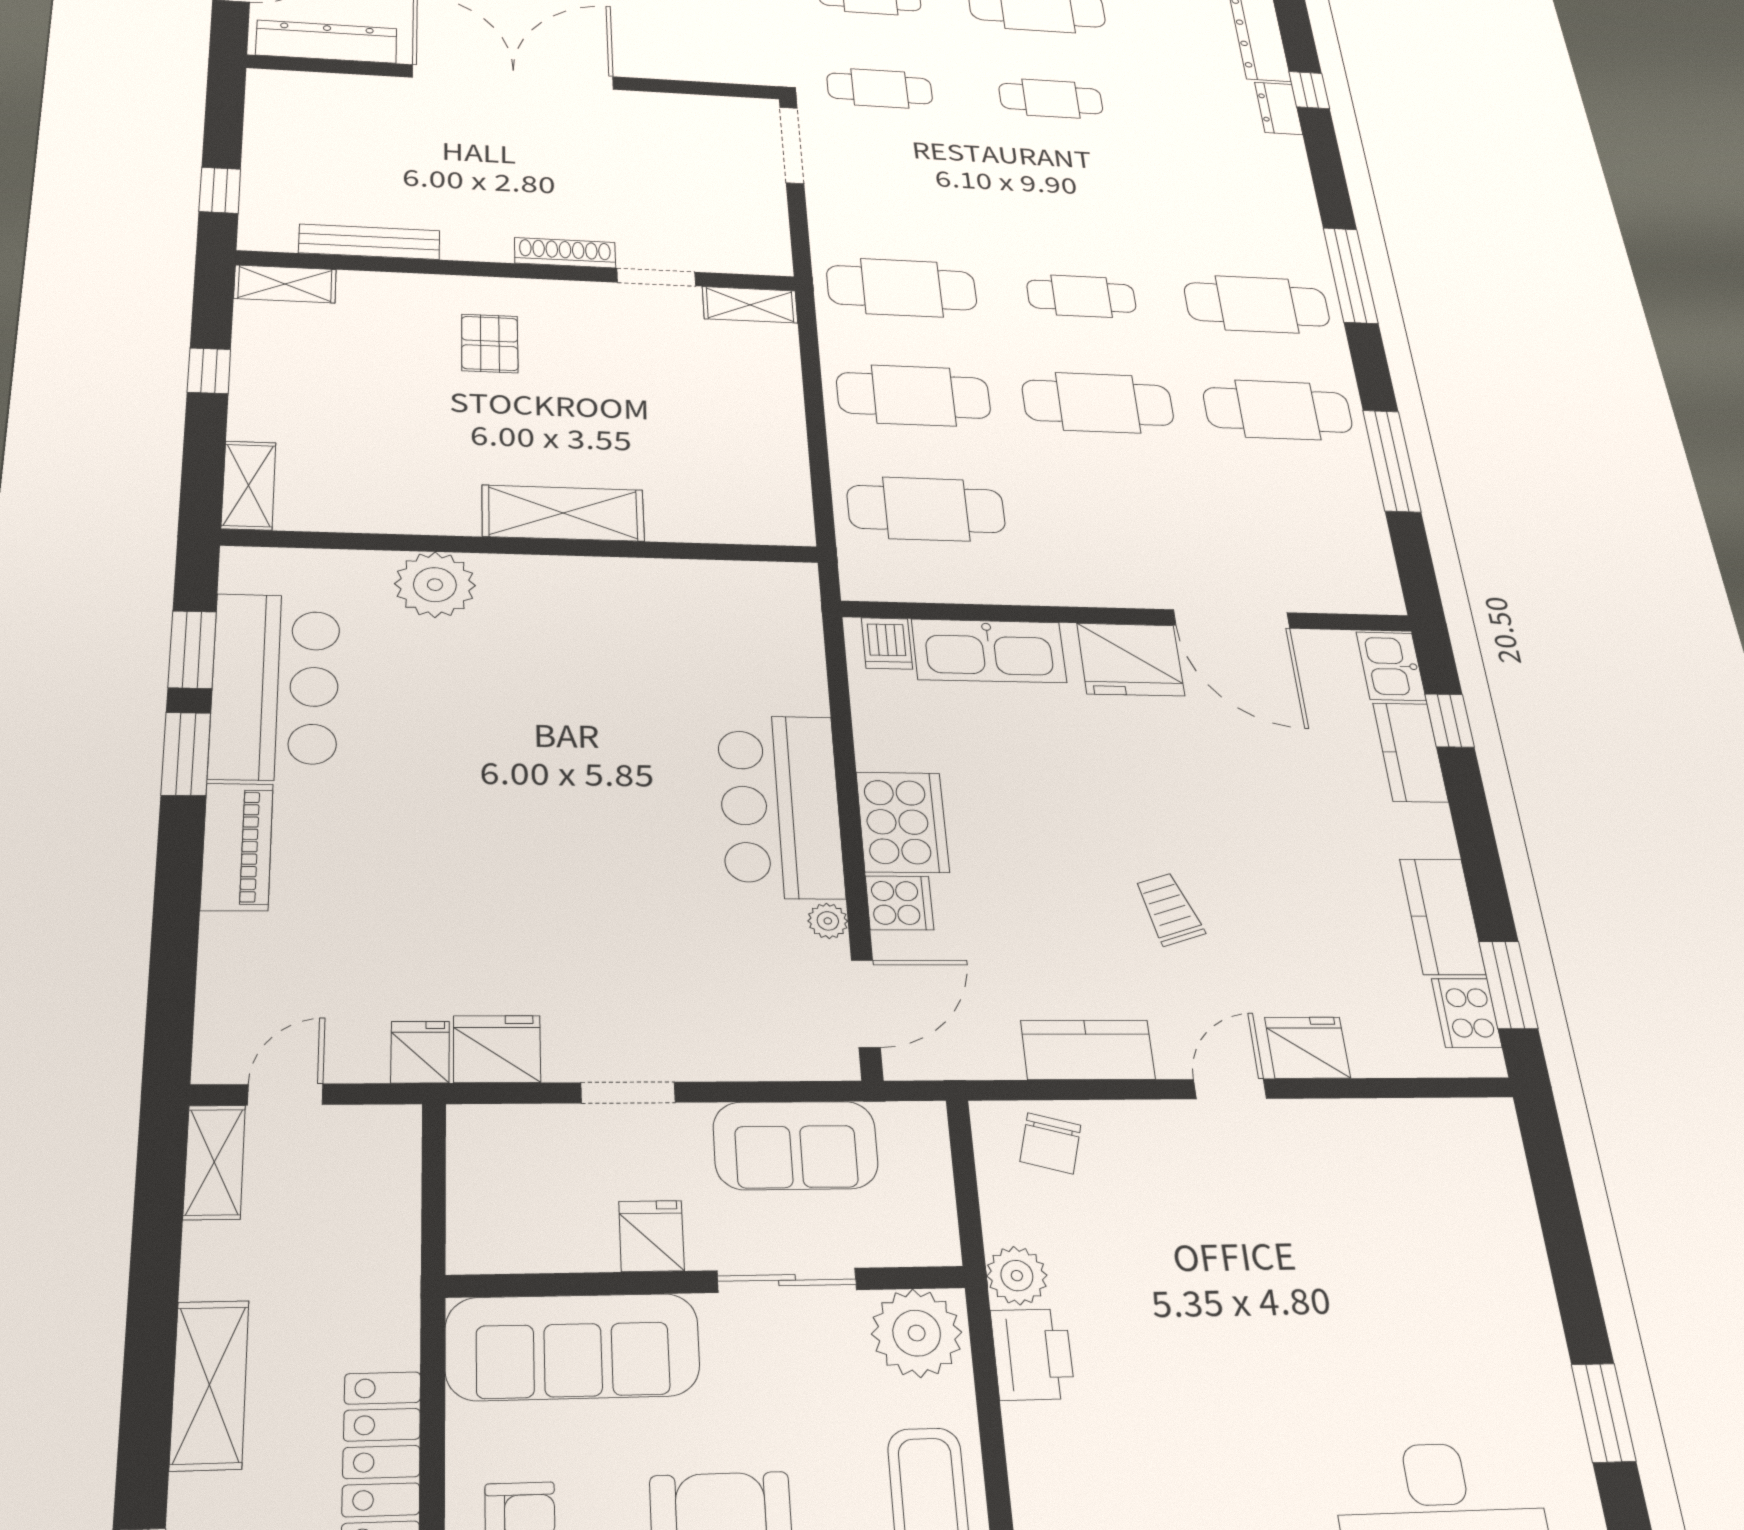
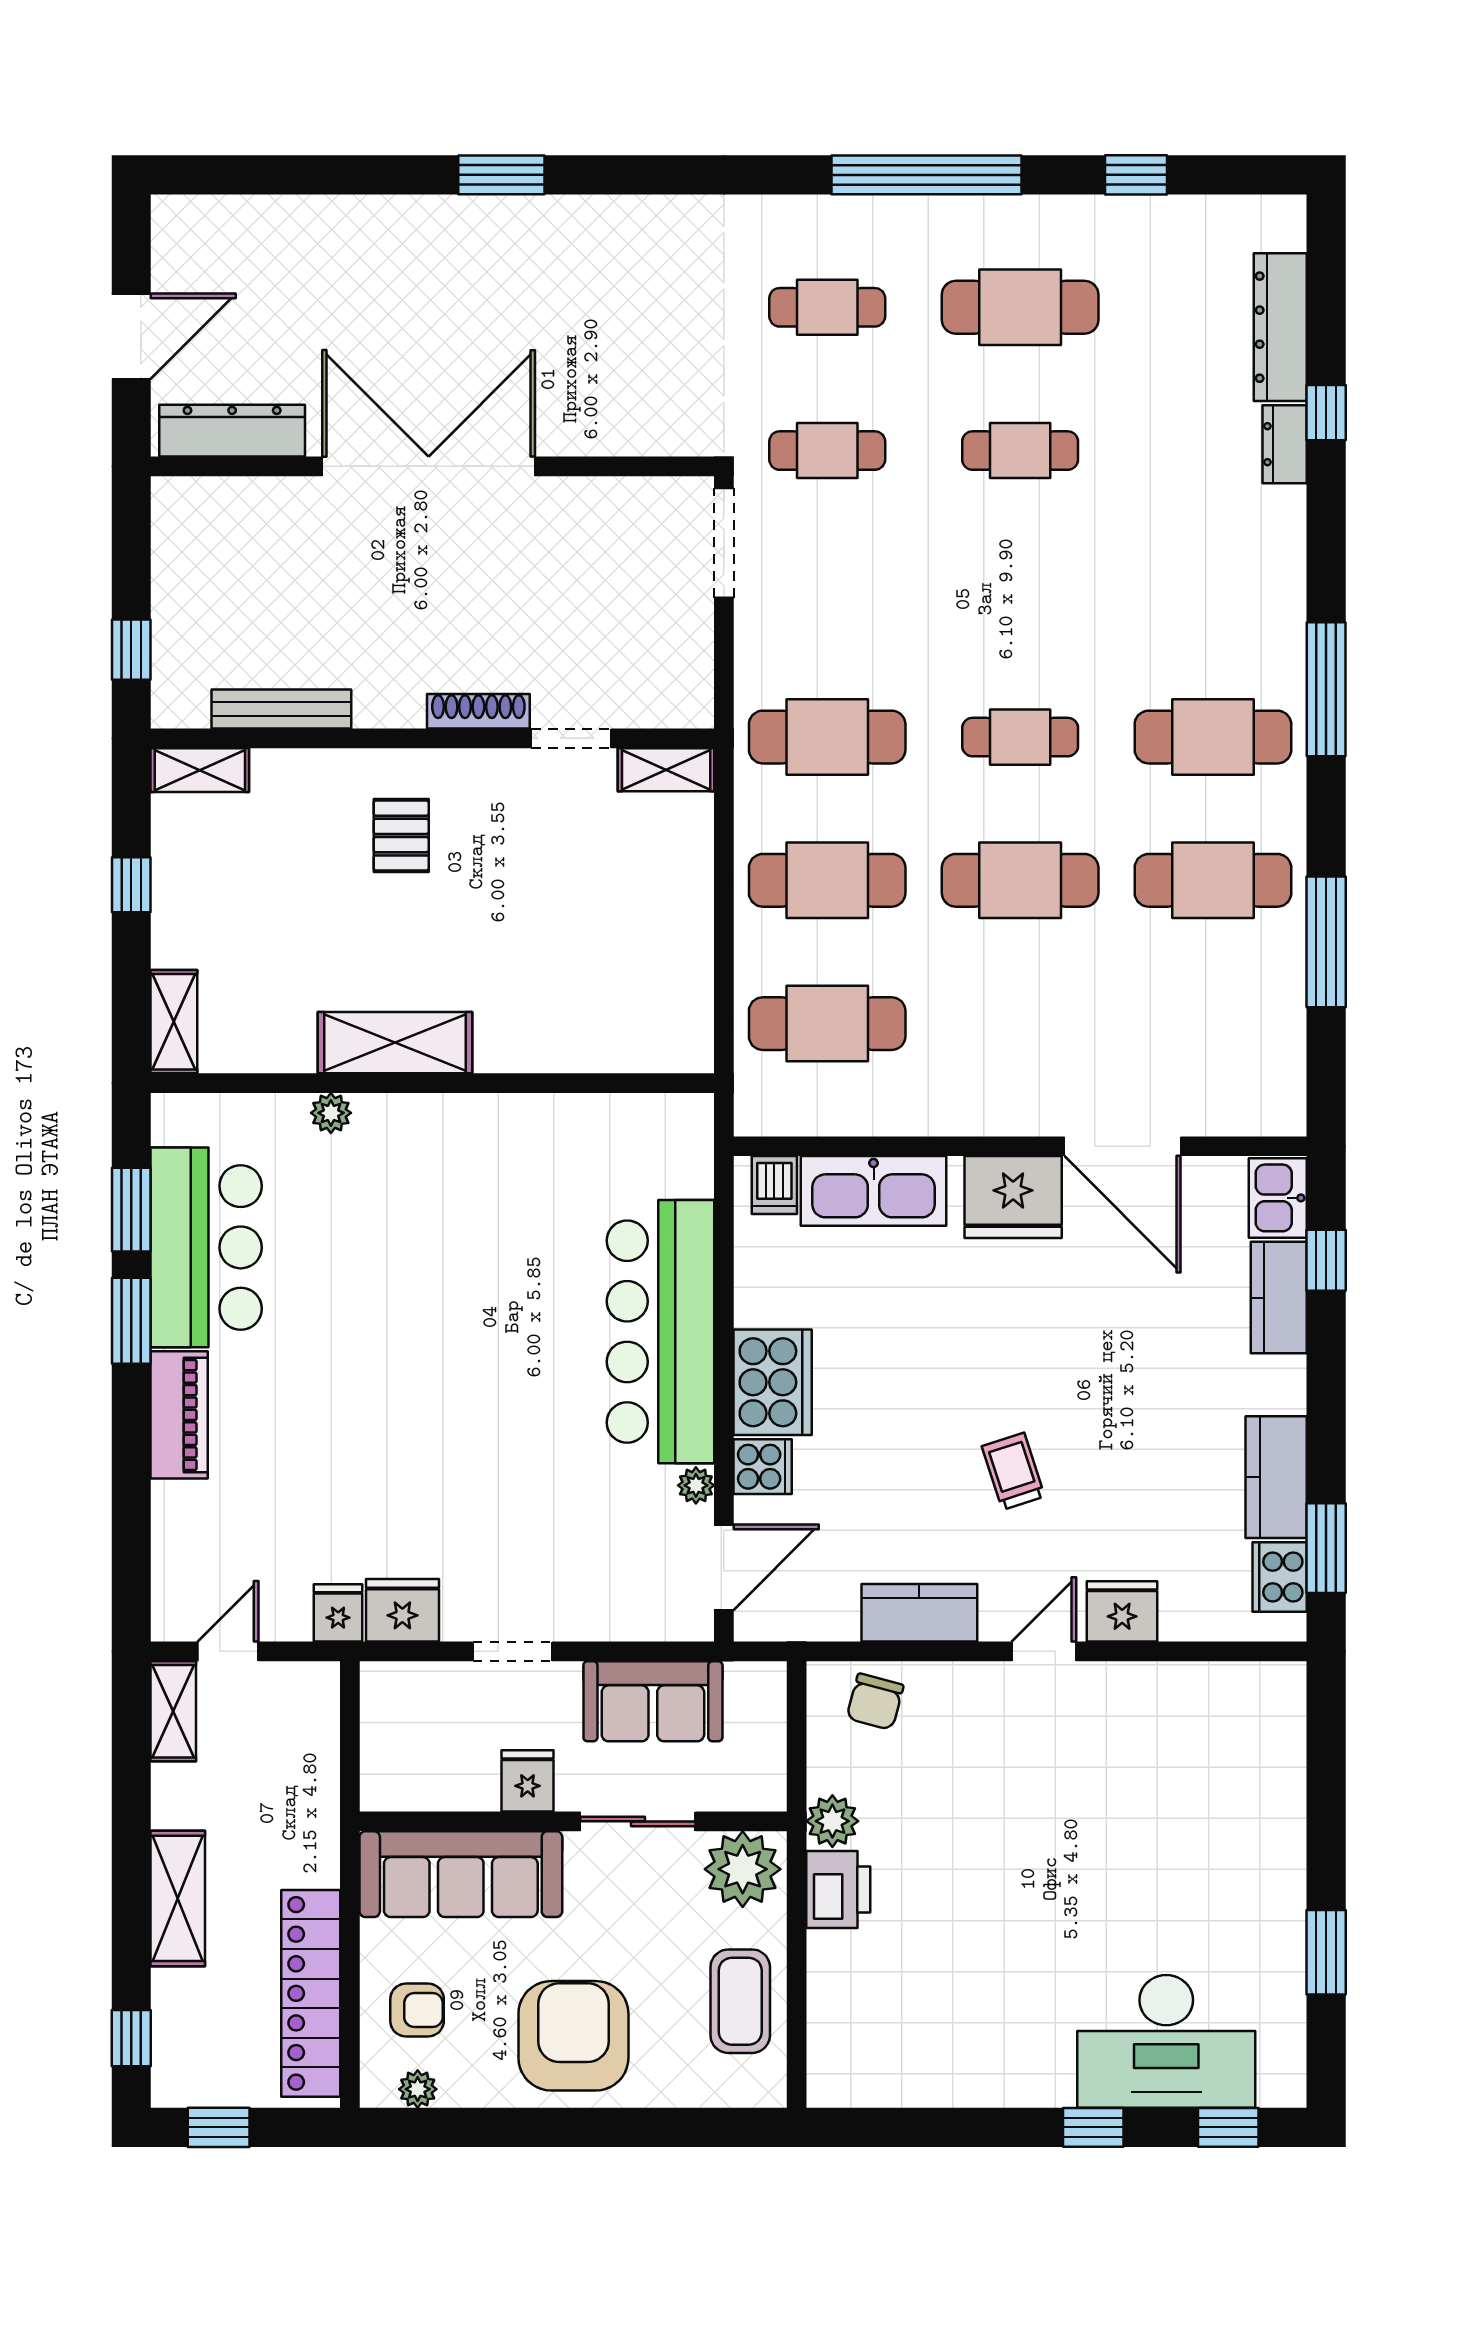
shelving: (563, 513) -> (395, 1043), moved
plant: (435, 585) -> (331, 1113), width x0.53, depth x0.53
bar counter: (780, 806) -> (660, 1332), width x1.36

